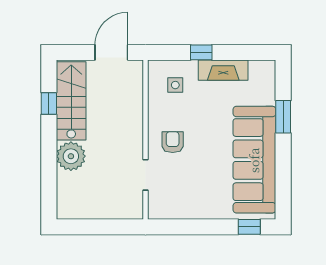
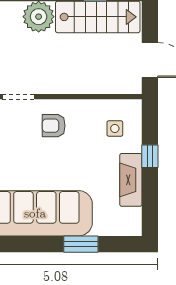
armchair: (173, 142) -> (54, 126), turned 180

